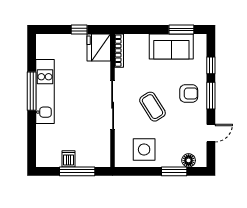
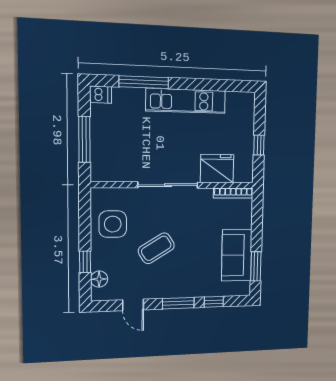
fridge: (99, 47) -> (217, 168), moved
window: (32, 91) -> (144, 82), moved
armchair: (189, 93) -> (181, 277), removed
coffee table: (152, 107) -> (156, 248), moved
dishwasher: (69, 159) -> (101, 95), moved
window: (174, 171) -> (85, 262), width x0.67

